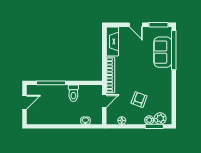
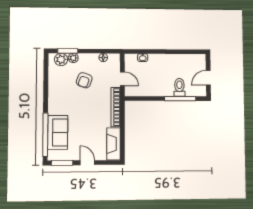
toilet: (73, 93) -> (179, 87), moved
door: (104, 101) -> (122, 79), swing flipped

